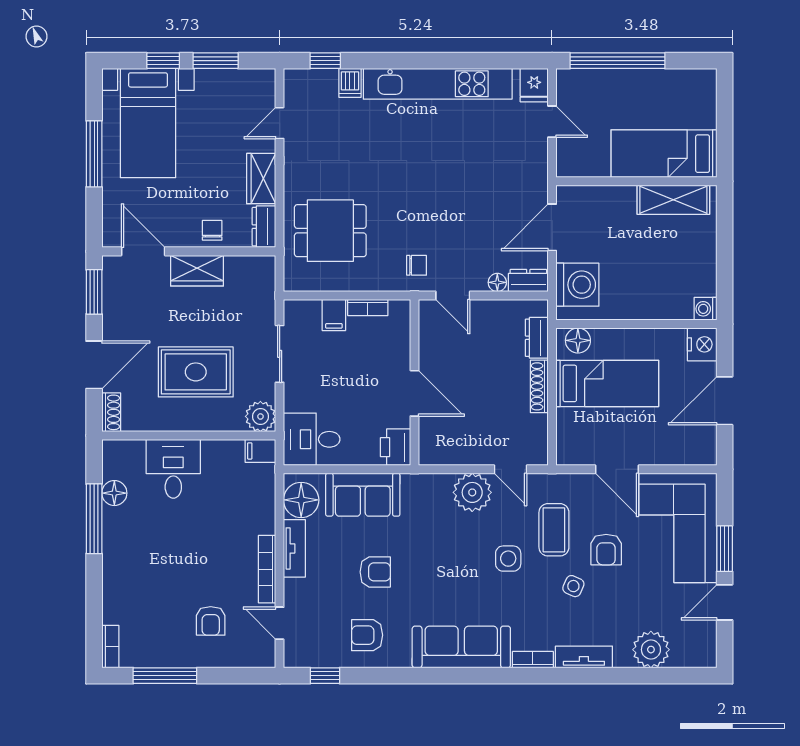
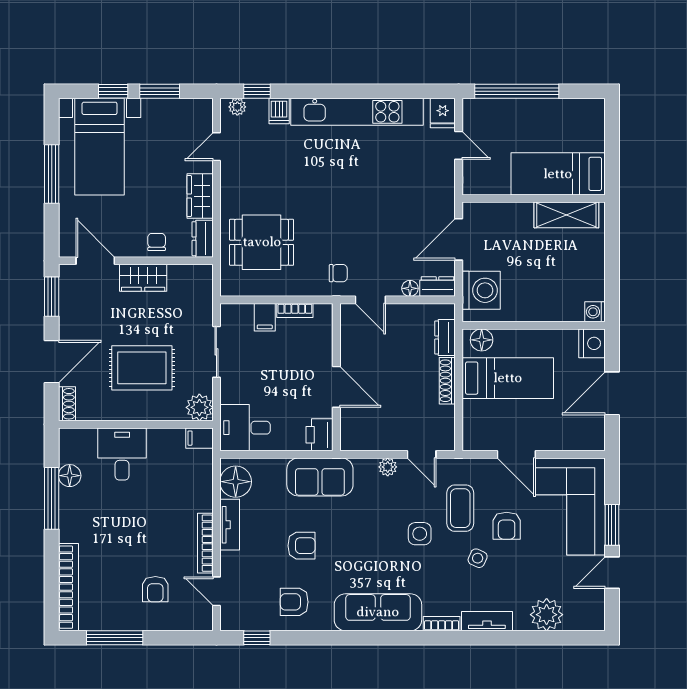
plant: (303, 78) -> (237, 107), added
plant: (472, 492) -> (388, 467), width x0.53, depth x0.53
sofa: (363, 495) -> (320, 477), moved
bookcase: (110, 647) -> (68, 587), width x2.31, depth x1.31

